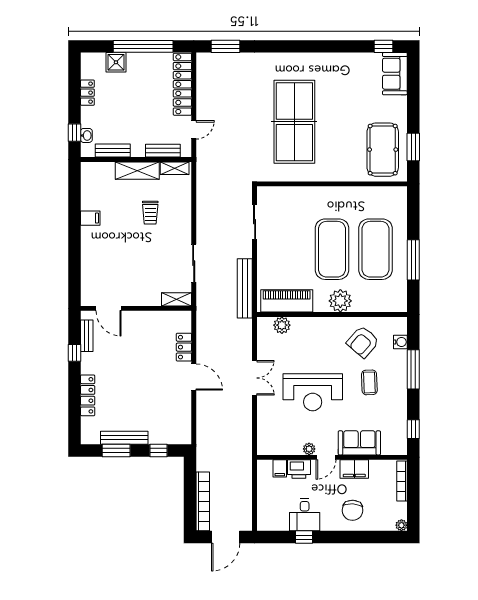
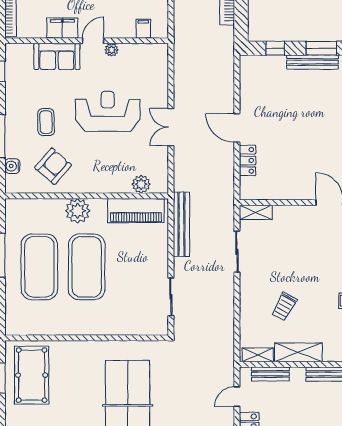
trolley: (150, 213) -> (284, 307), turned -151
printer: (299, 469) -> (123, 28), removed

